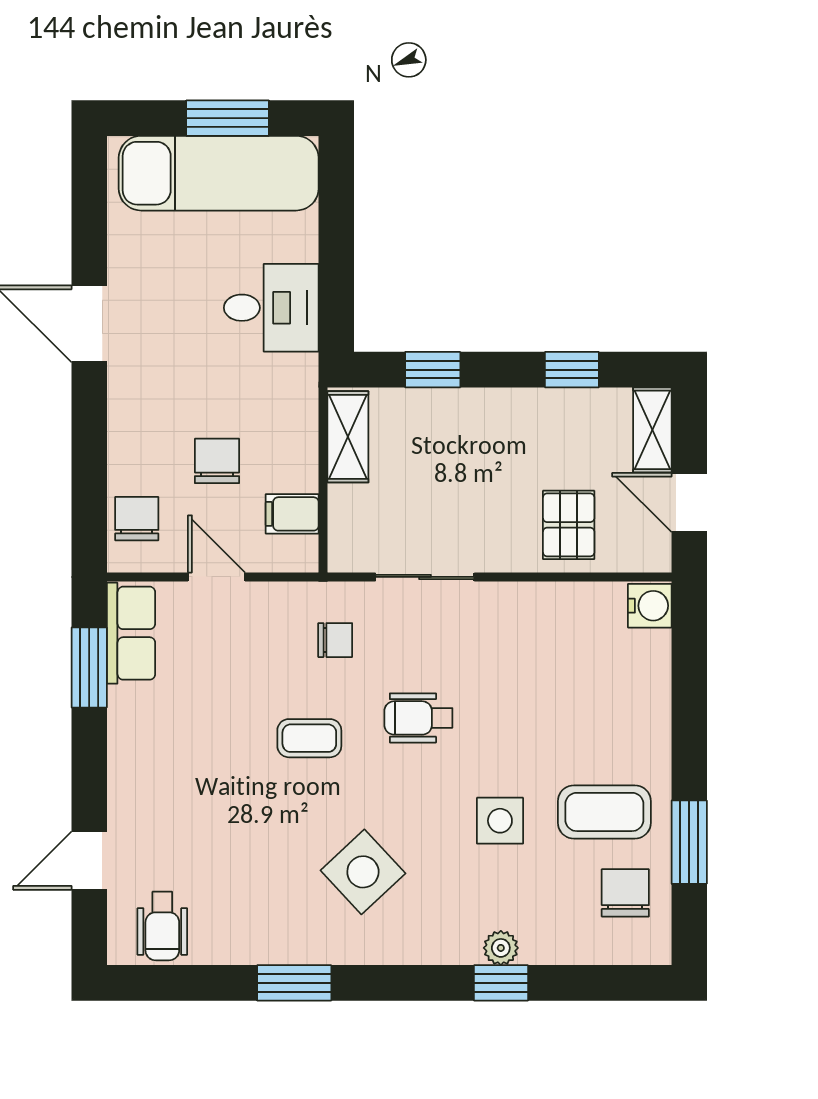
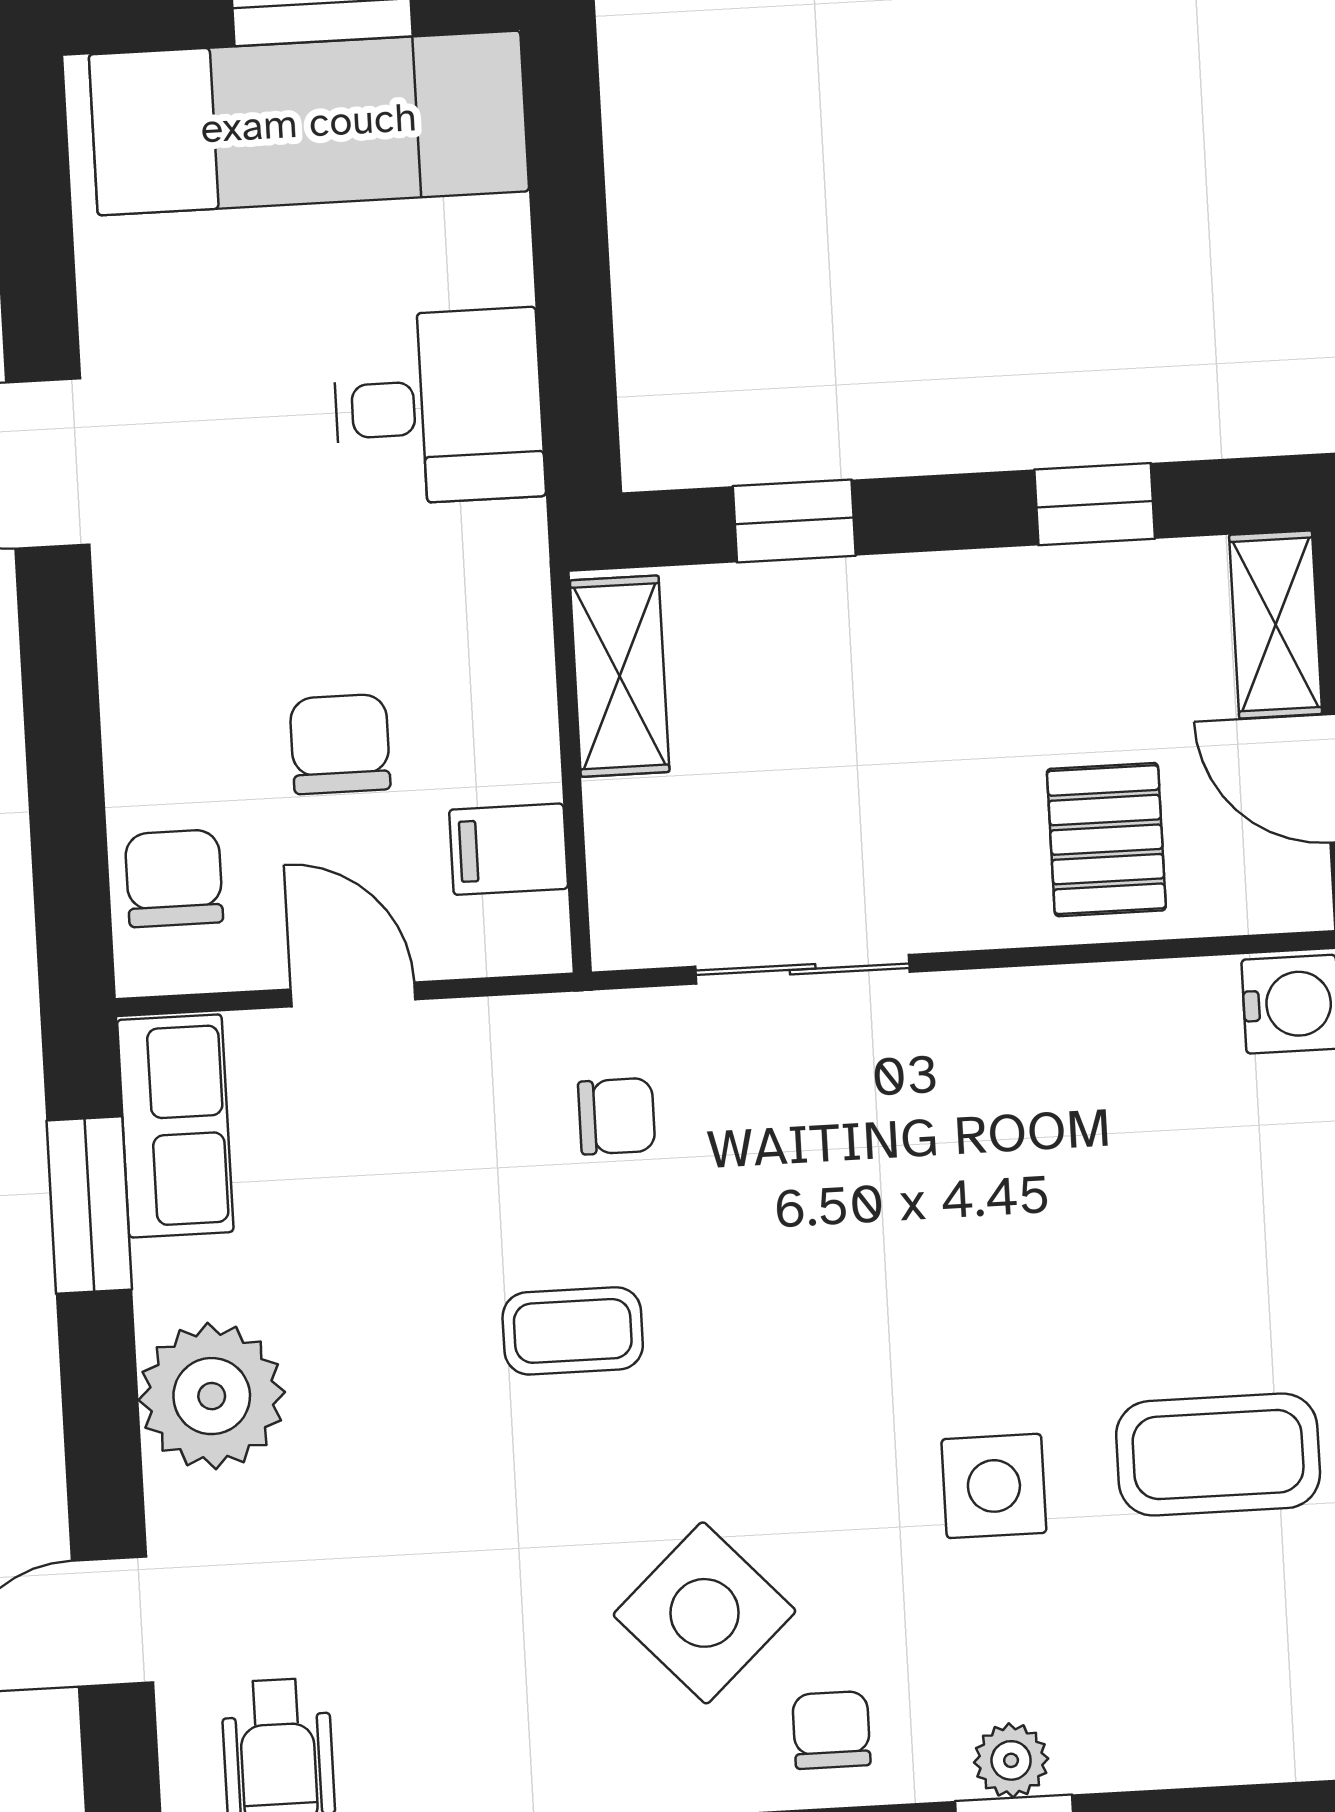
wheelchair: (418, 718) -> (805, 1274), removed
plant: (141, 759) -> (212, 1396), added
chair: (625, 893) -> (831, 1730), moved, width x0.73, depth x0.73

